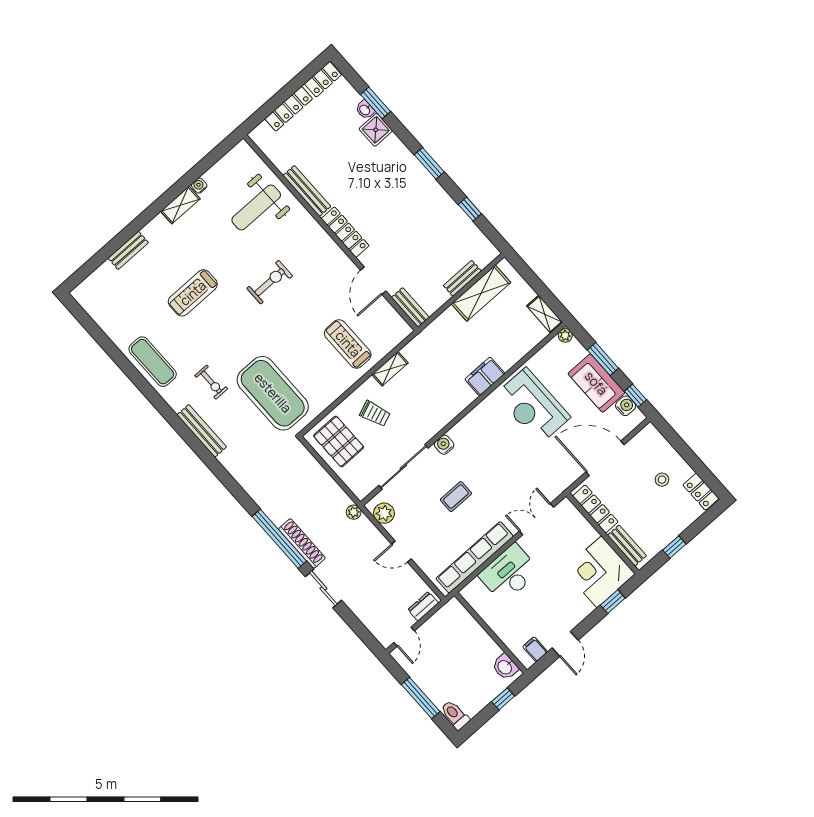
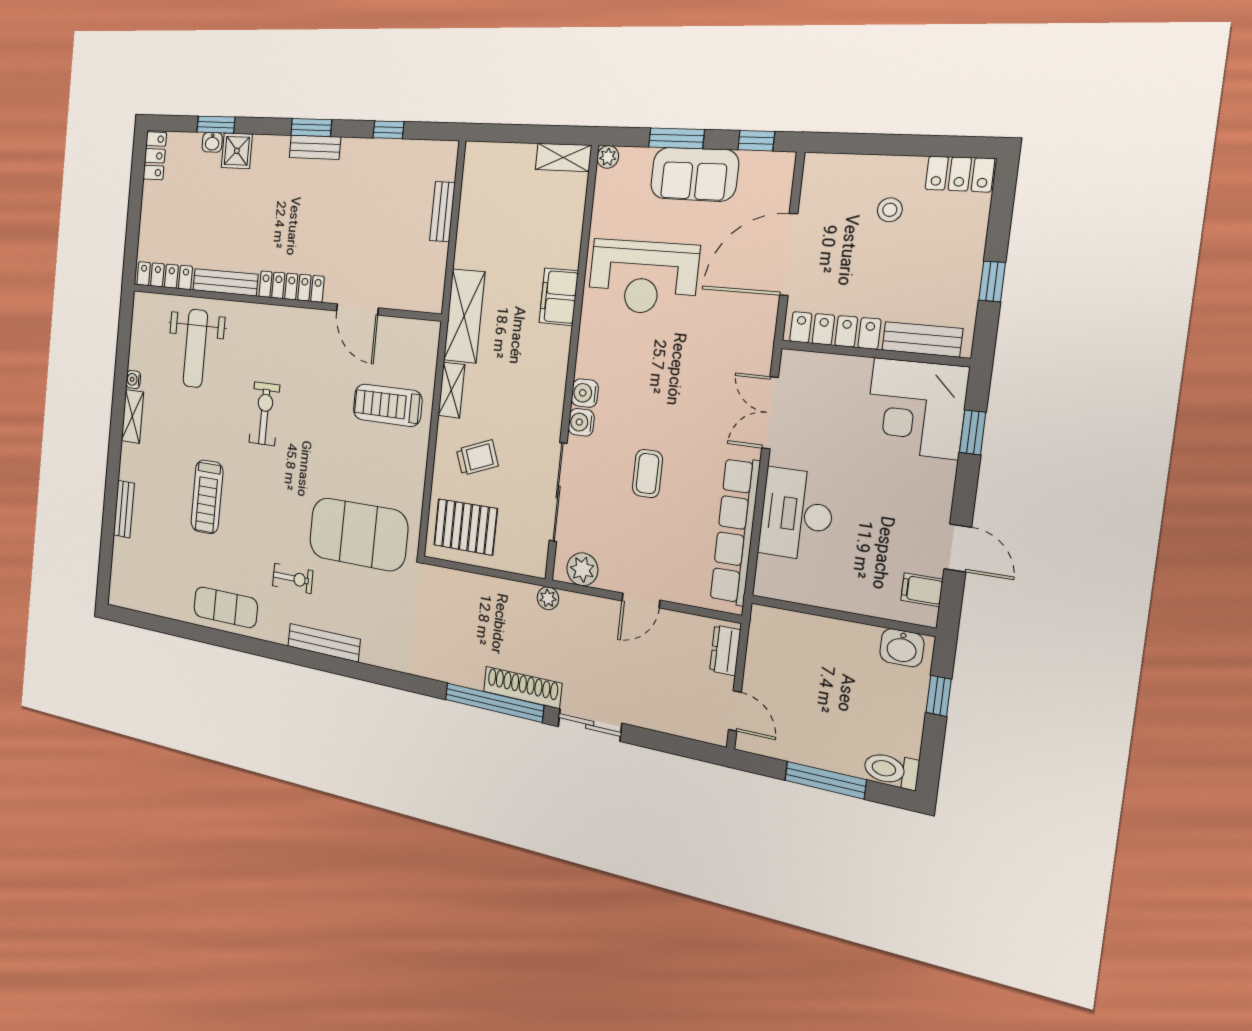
locker: (289, 109) -> (164, 276), moved, turned -90
shelving: (481, 293) -> (464, 316), moved
bench: (410, 307) -> (315, 147), moved
water cooler: (626, 406) -> (585, 393), moved, turned -90

